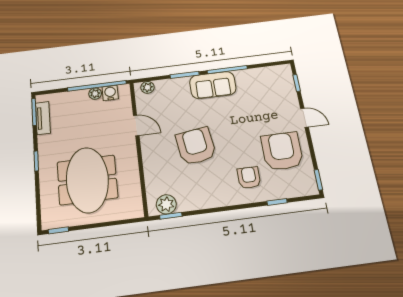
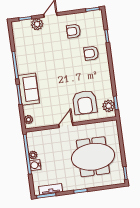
sofa: (213, 85) -> (29, 89), moved
water cooler: (110, 93) -> (35, 165), moved
plant: (289, 99) -> (37, 24), added
door: (136, 125) -> (66, 125), moved
armchair: (196, 146) -> (85, 102), moved, turned -82
armchair: (282, 151) -> (74, 31), width x0.53, depth x0.53

